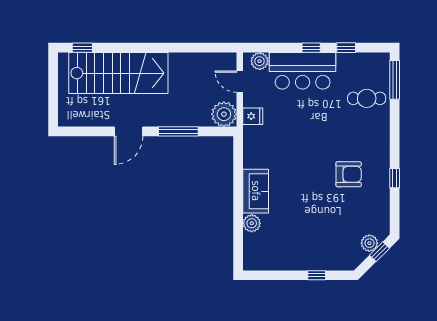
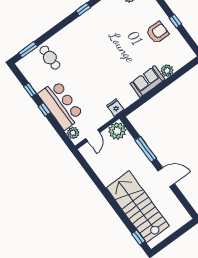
window: (395, 80) -> (28, 50), width x0.69
fridge: (253, 116) -> (115, 108), moved
armchair: (349, 174) -> (157, 32), moved, turned 90
window: (317, 275) -> (175, 21), moved

